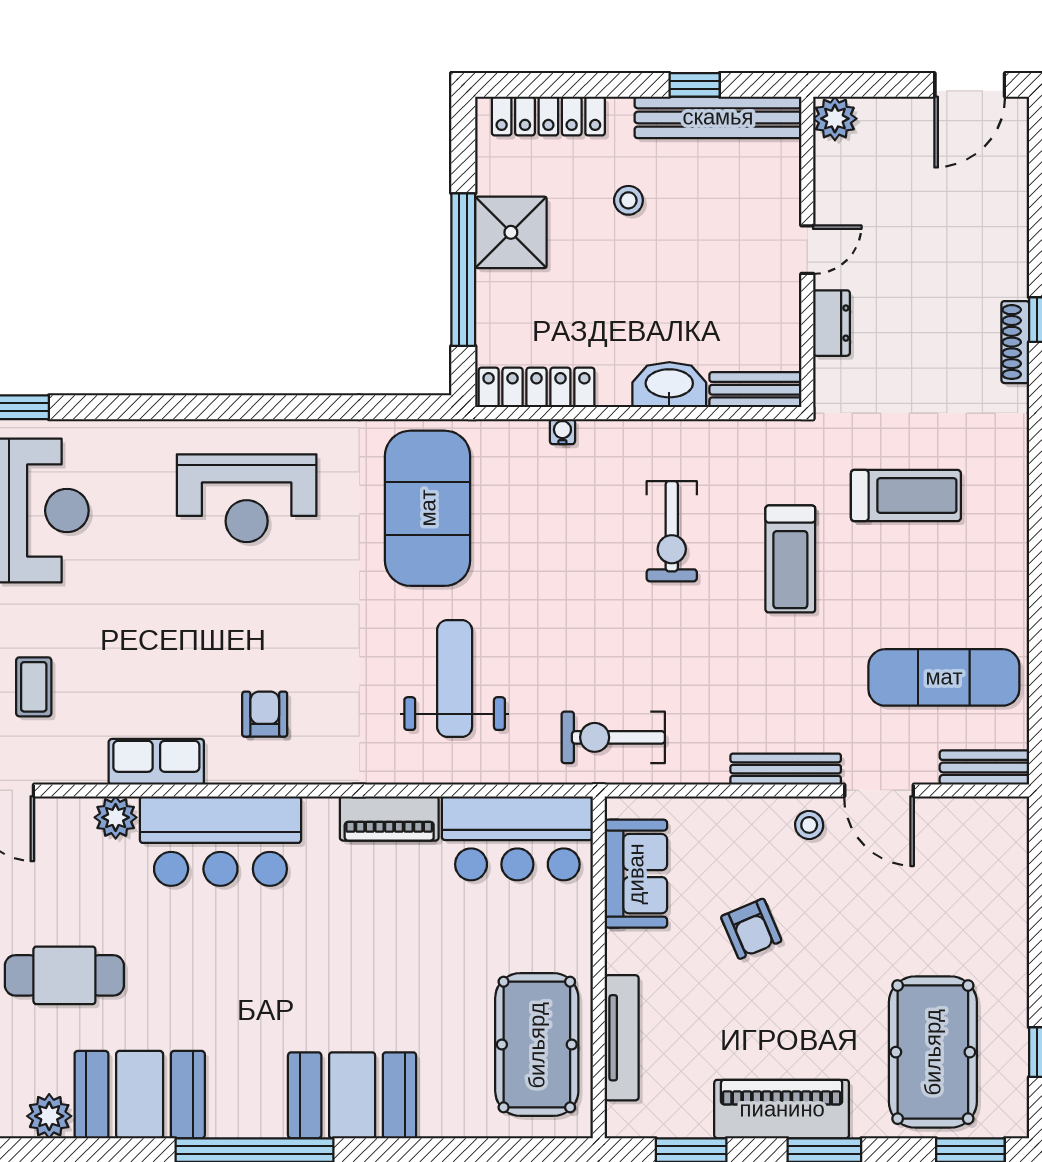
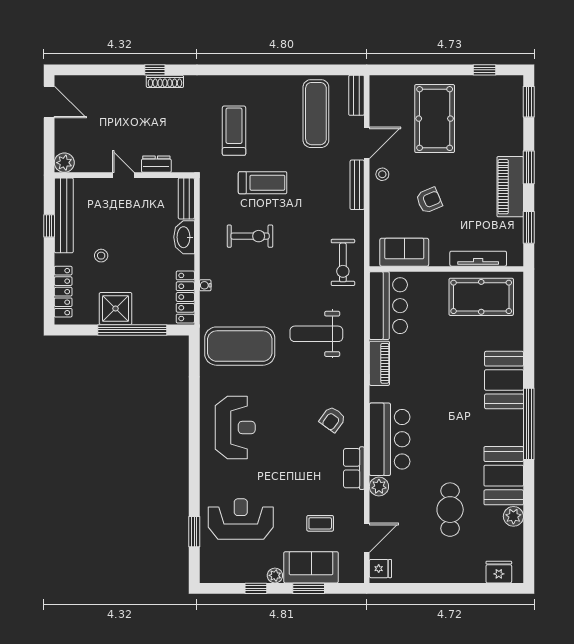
armchair: (265, 714) -> (332, 419), turned -54
pool table: (933, 1052) -> (435, 119), moved, turned 90

